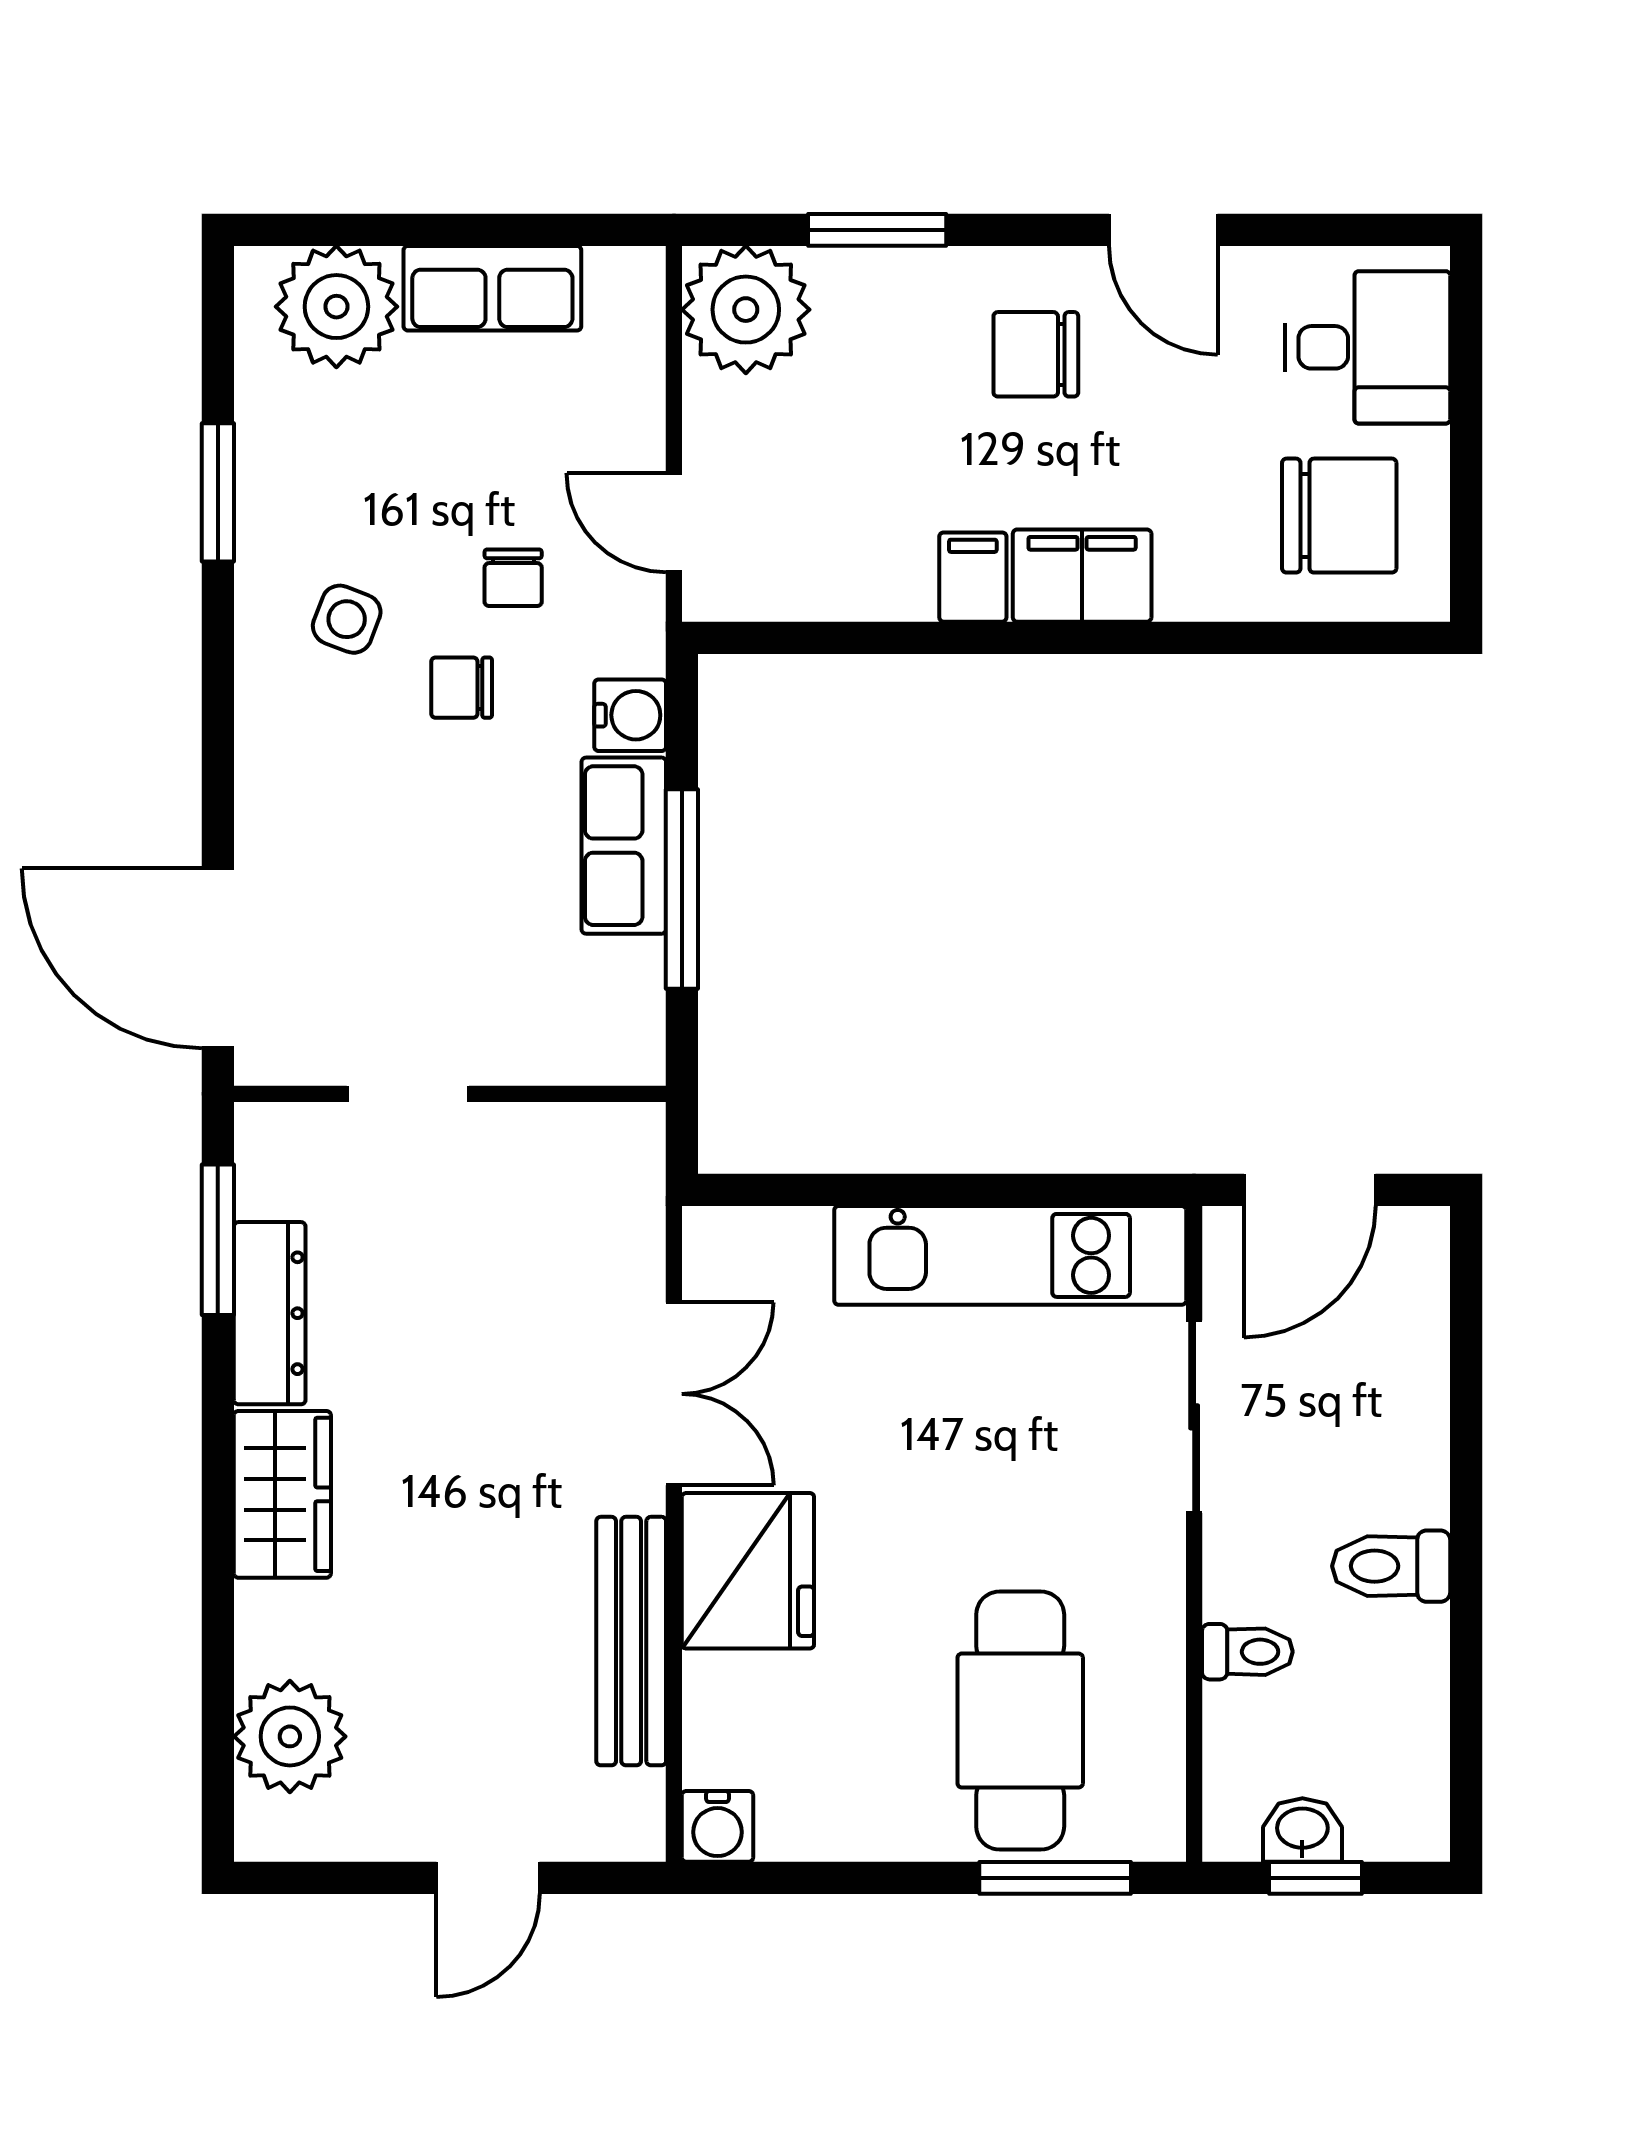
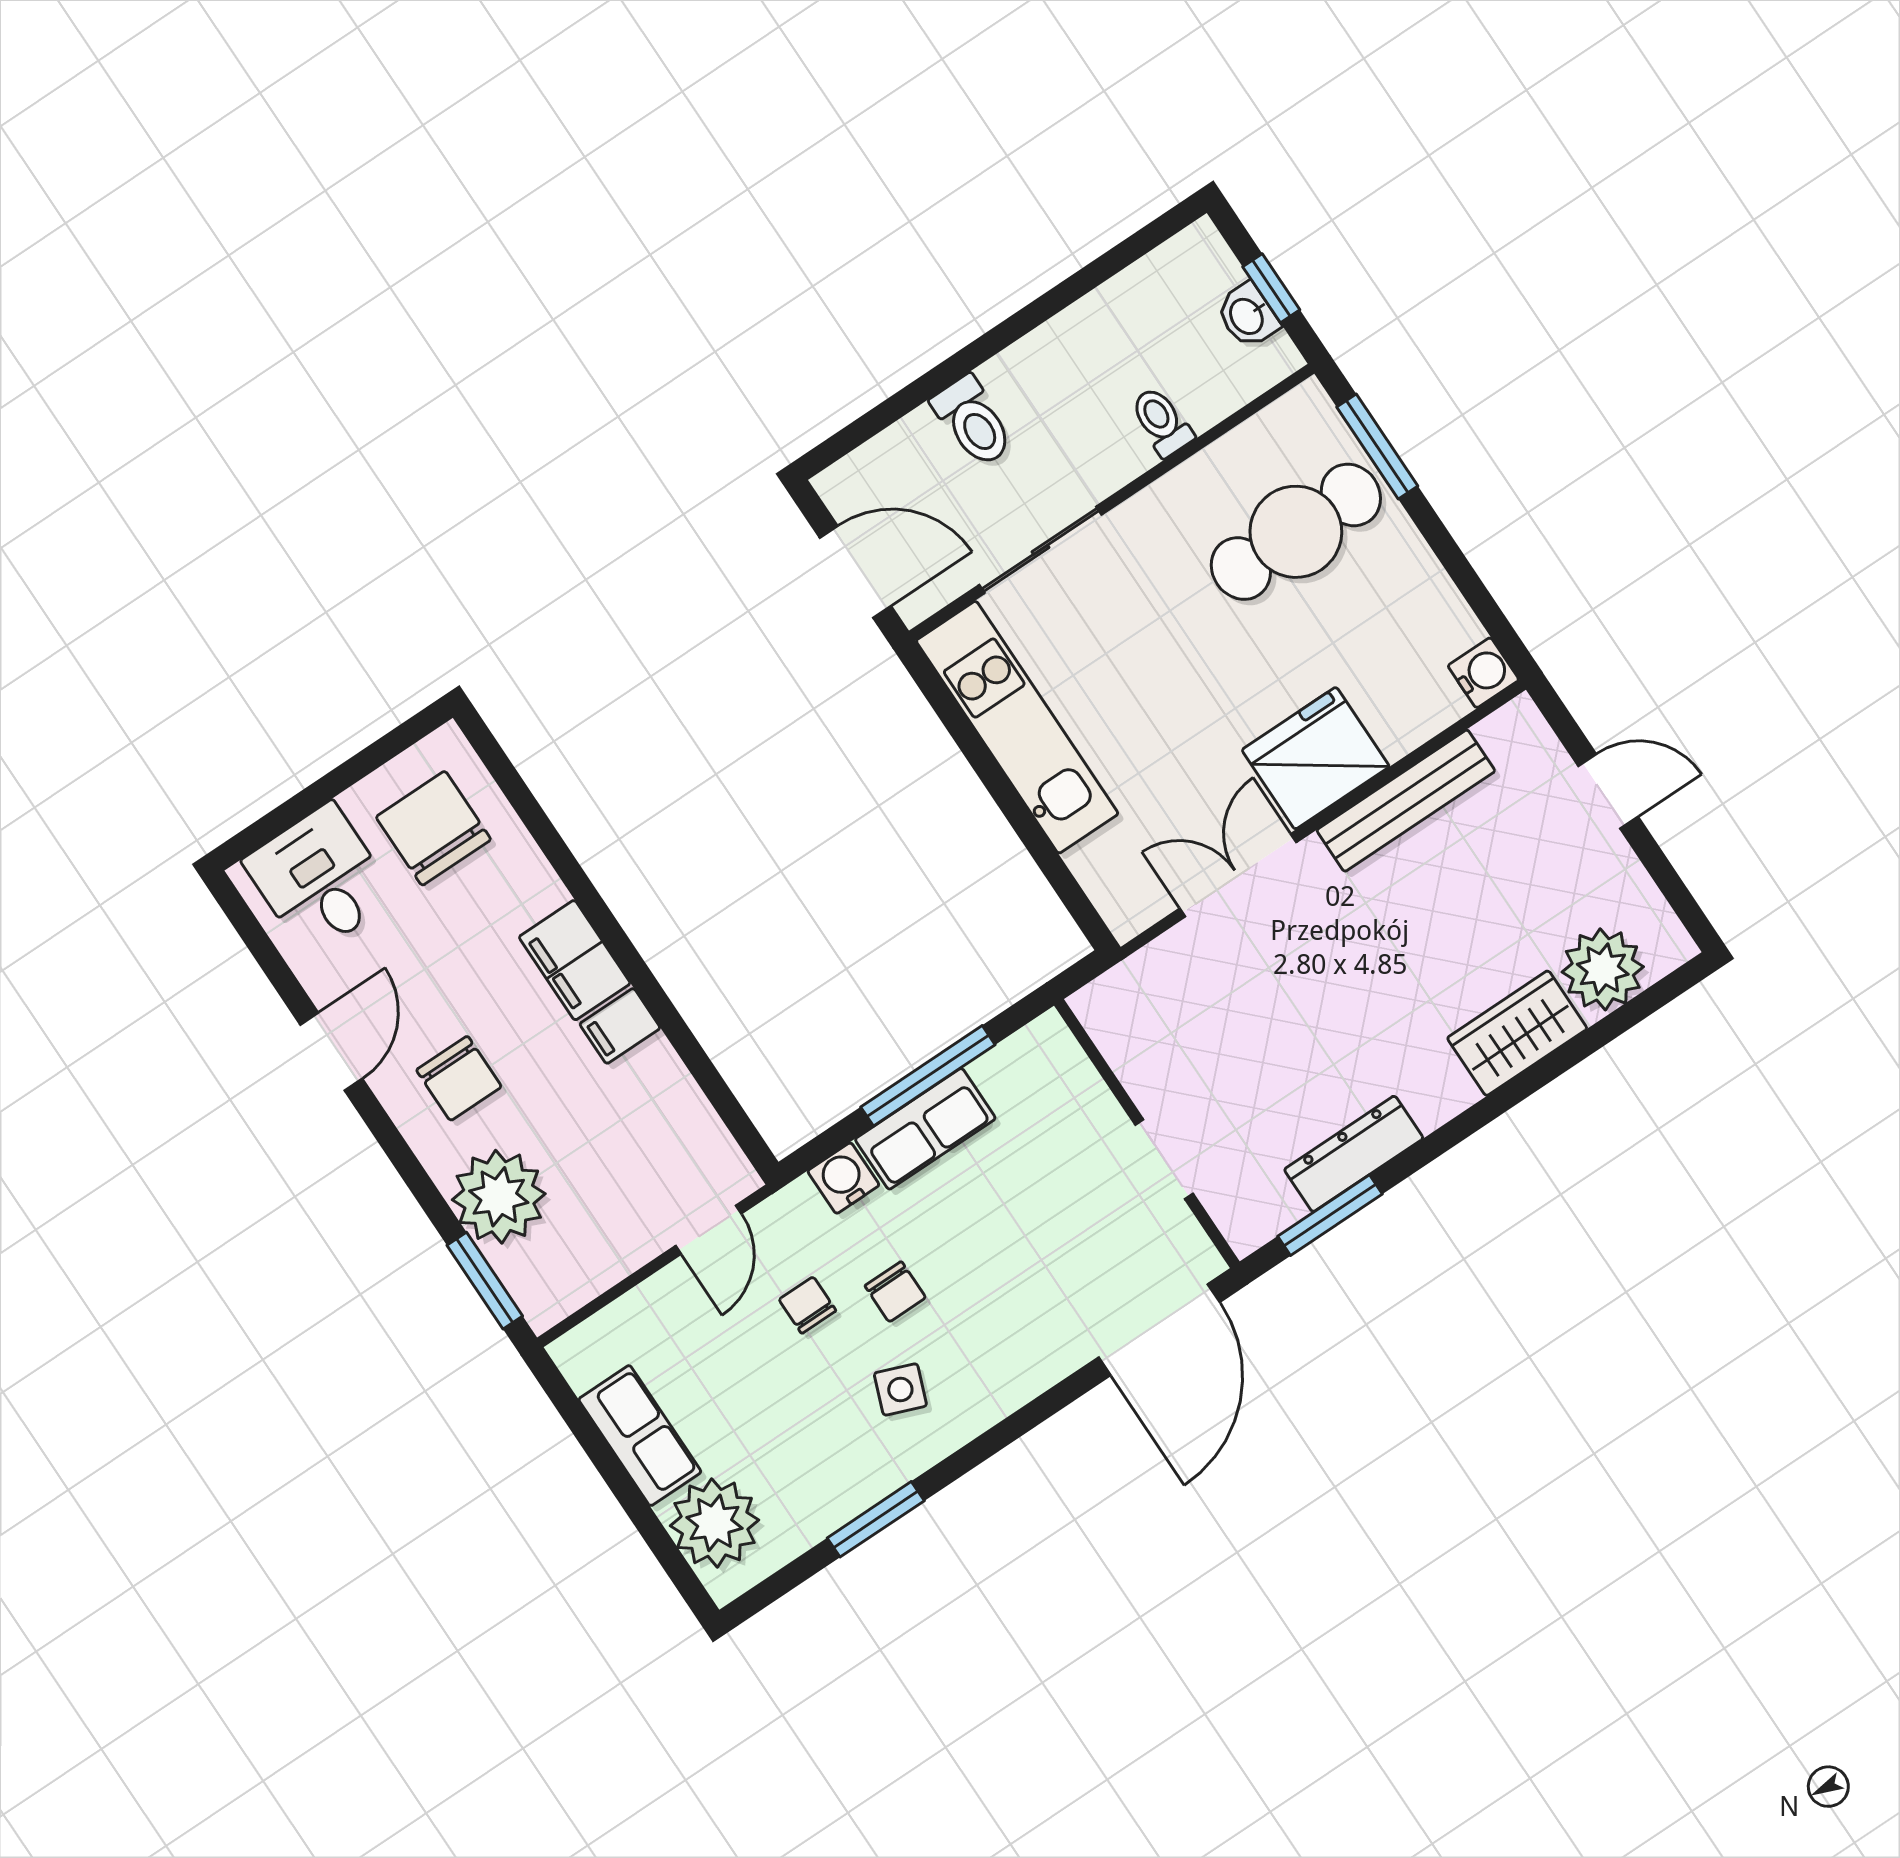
window: (877, 230) -> (485, 1281), moved
plant: (746, 310) -> (499, 1197), moved
chair: (513, 578) -> (807, 1305), turned -90
wardrobe: (282, 1494) -> (1517, 1033), moved
toilet: (1391, 1566) -> (973, 421), moved

